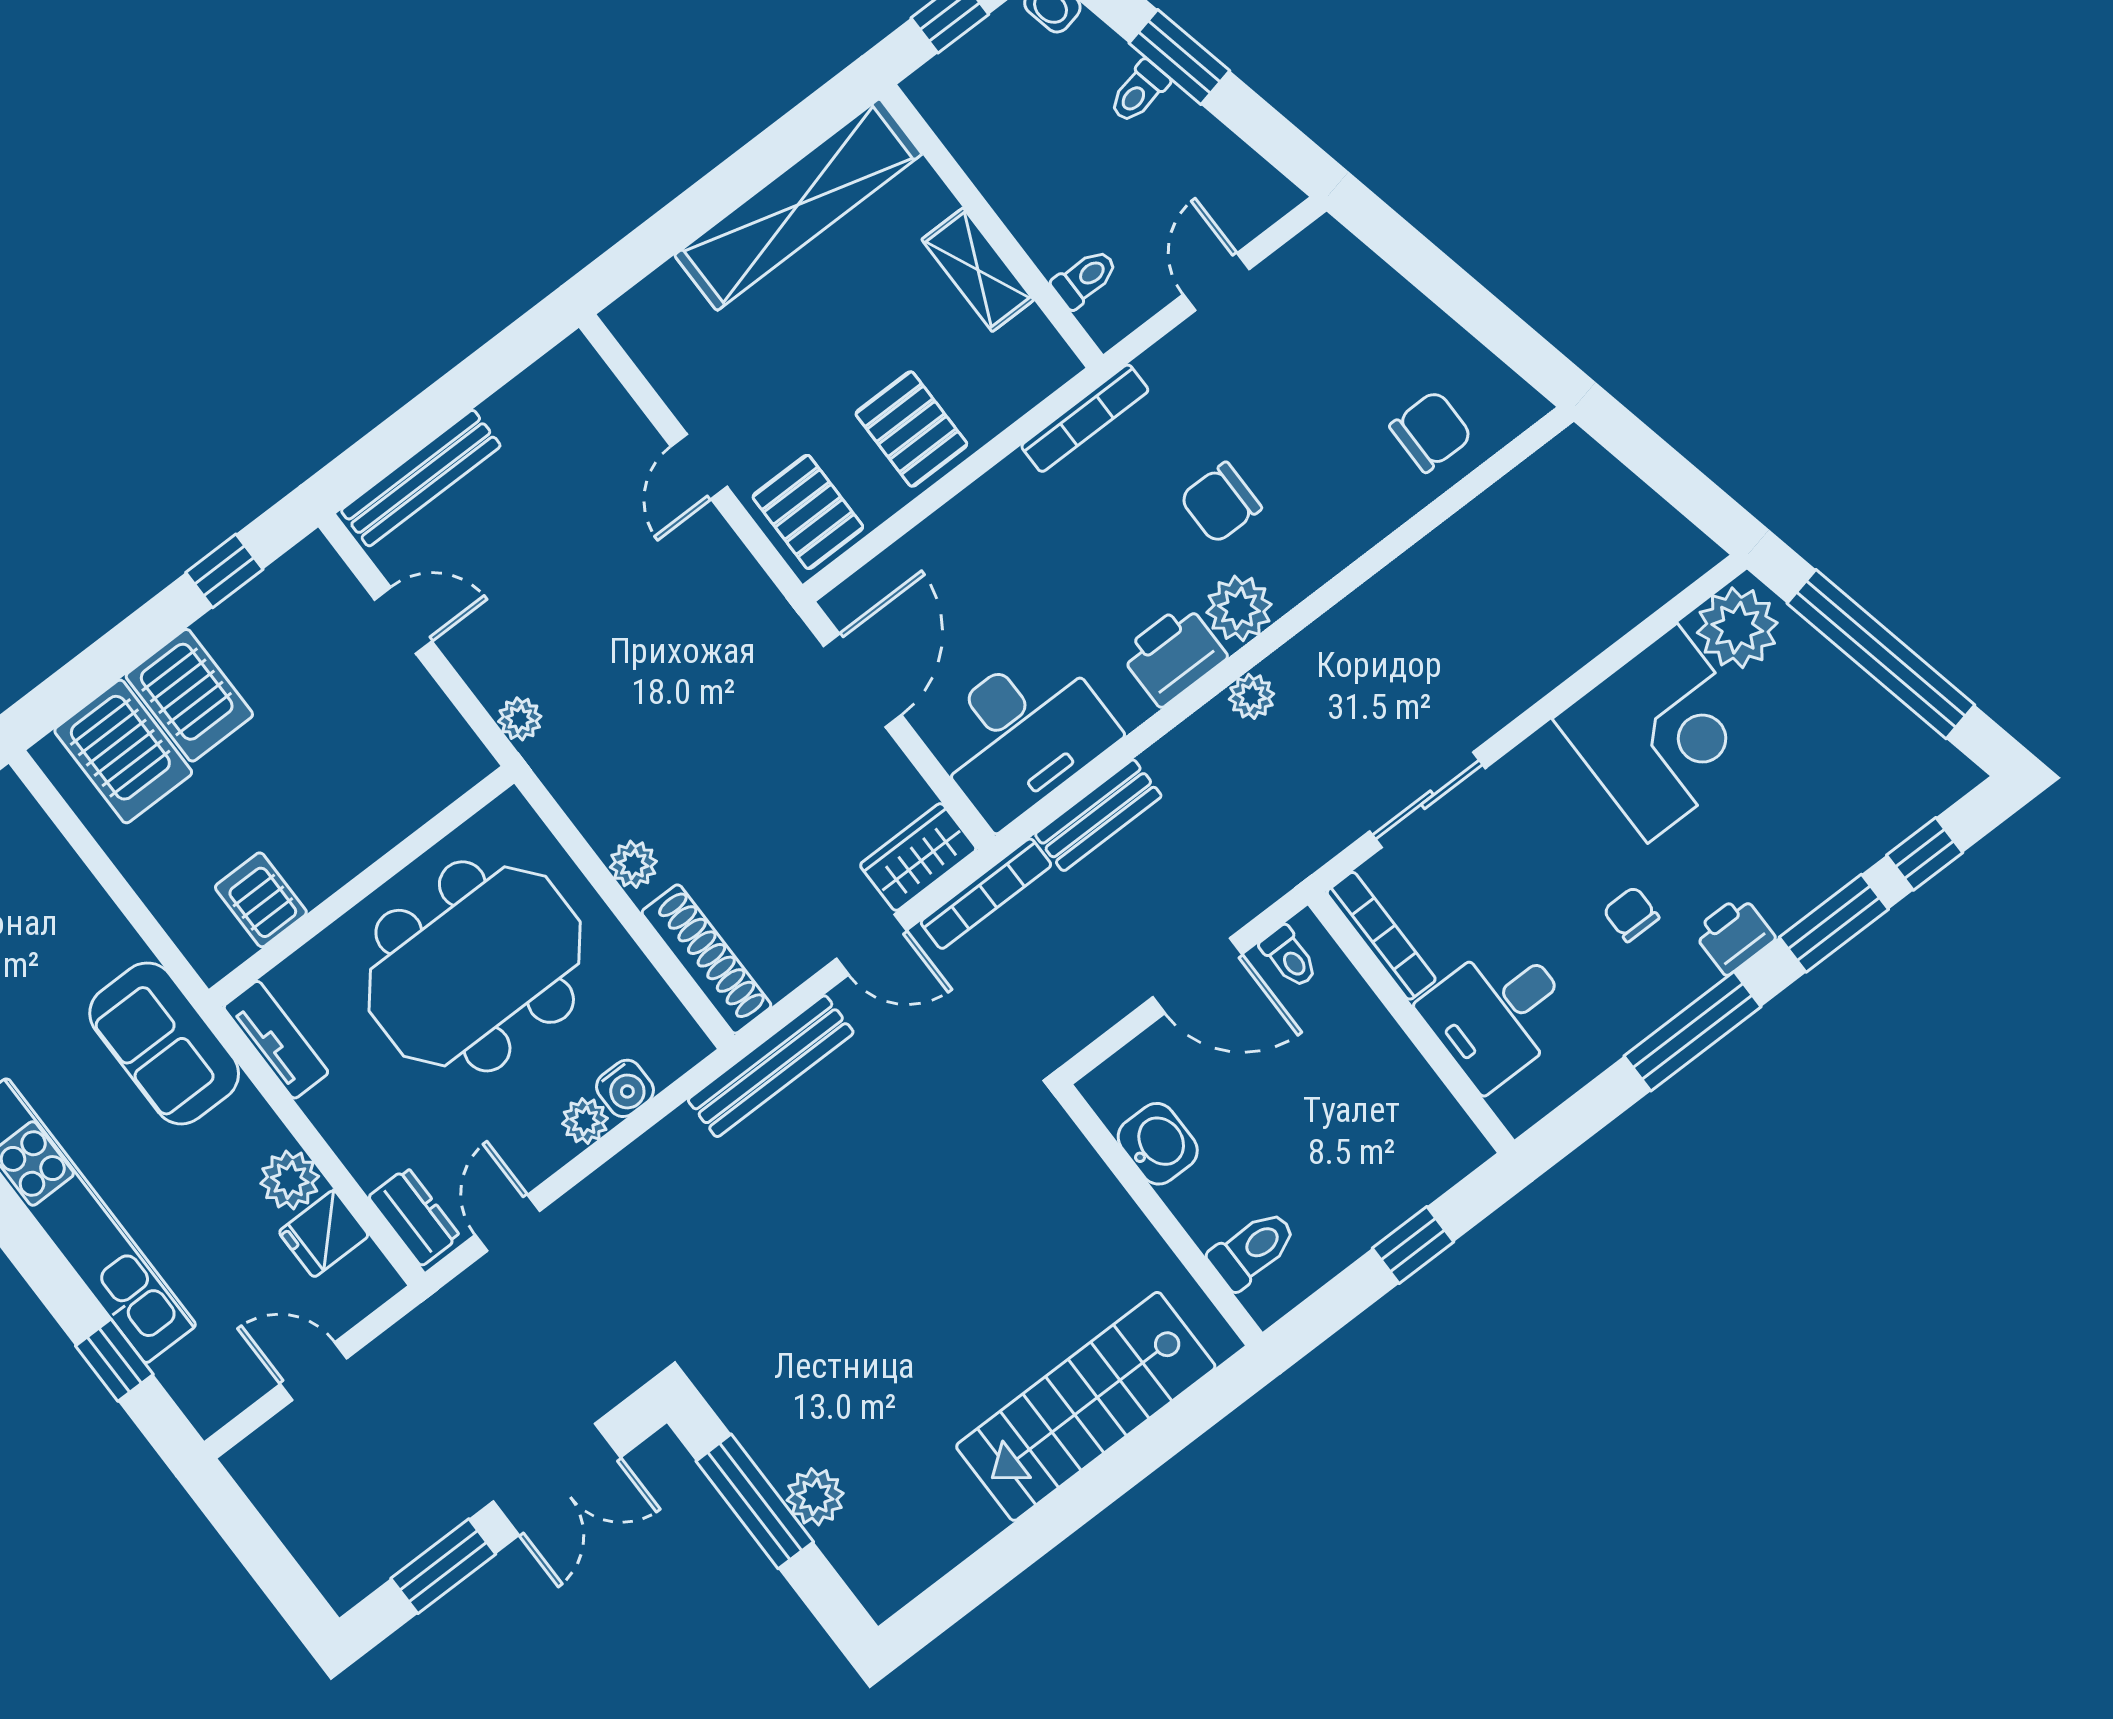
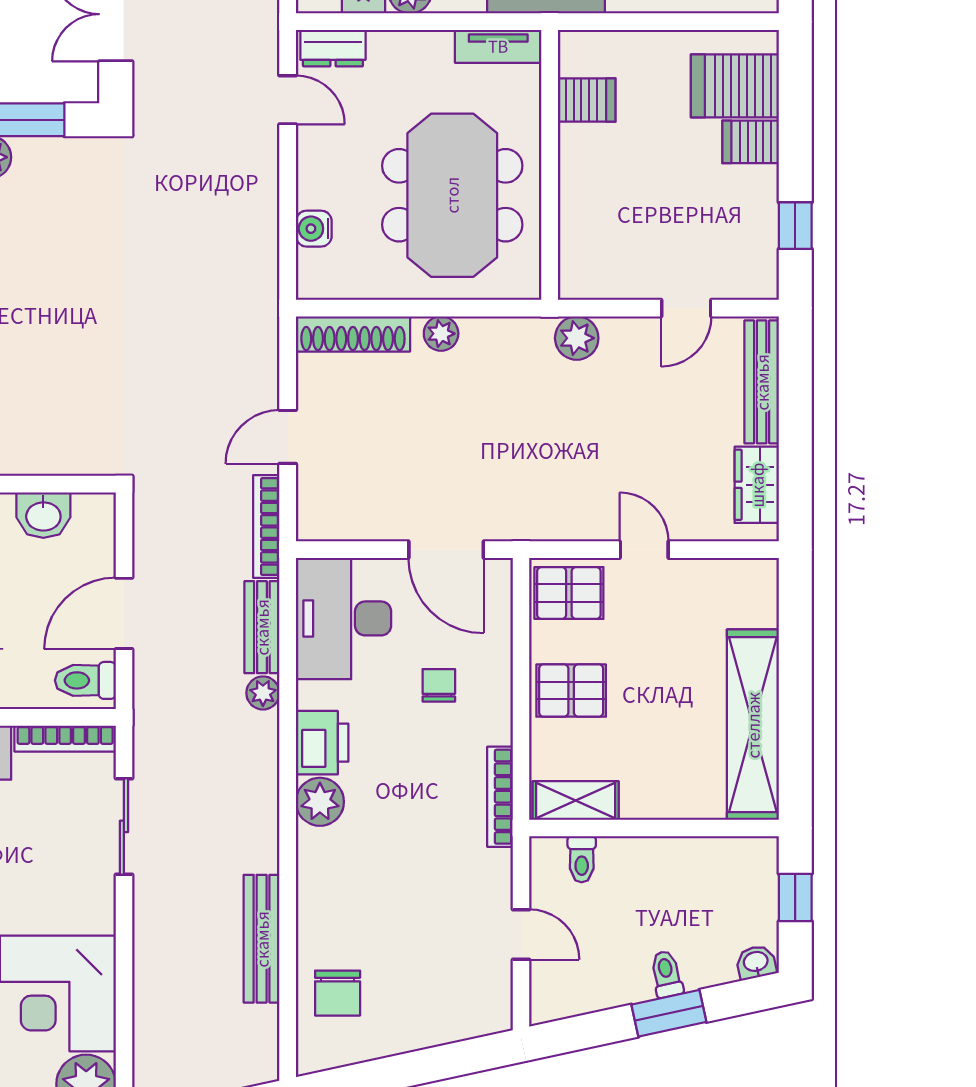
shelving: (978, 270) -> (576, 800), moved
chair: (1221, 503) -> (439, 685), moved, width x0.73, depth x0.73
server rack: (189, 695) -> (751, 142), width x0.73, depth x0.70
plant: (1251, 696) -> (263, 693), moved
plant: (520, 719) -> (577, 338), width x1.38, depth x1.38
wardrobe: (918, 857) -> (757, 485), moved, turned 180
toilet: (1289, 957) -> (85, 680), width x1.37, depth x1.39
bench: (771, 1066) -> (262, 939), moved
plant: (585, 1121) -> (313, 191), removed

